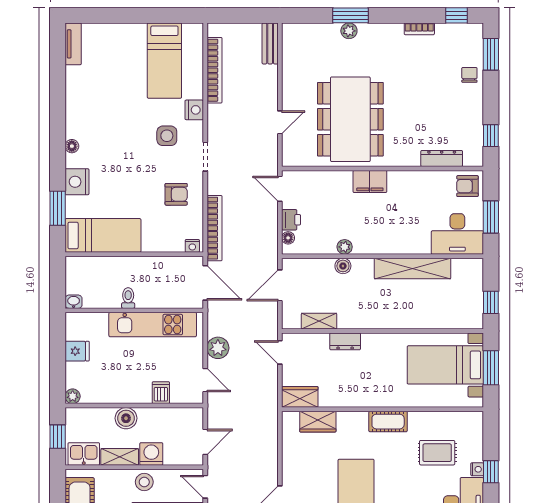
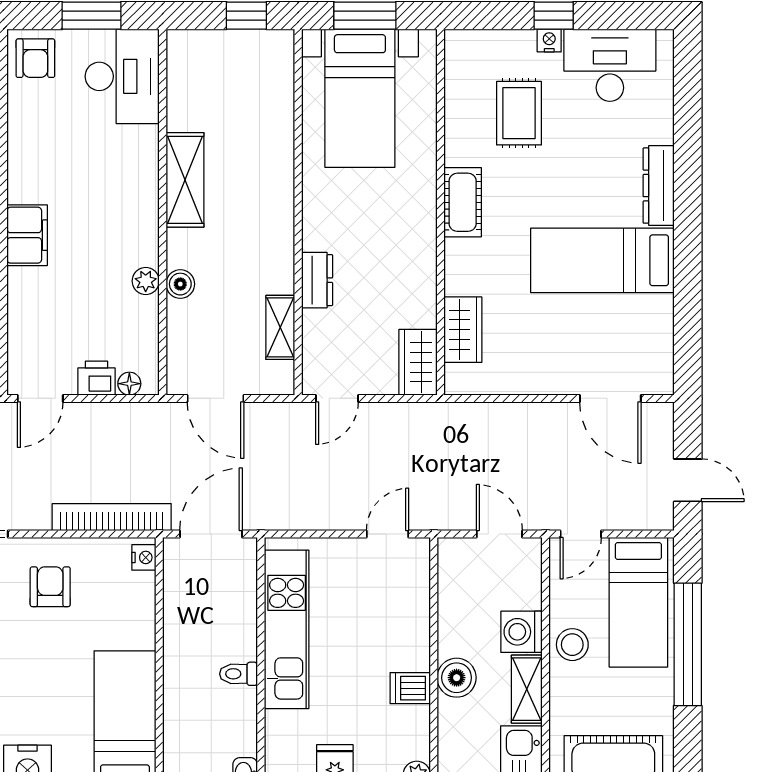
shelving: (412, 269) -> (185, 180), width x0.68
plant: (218, 348) -> (329, 511), removed
dishwasher: (161, 393) -> (410, 688), moved

